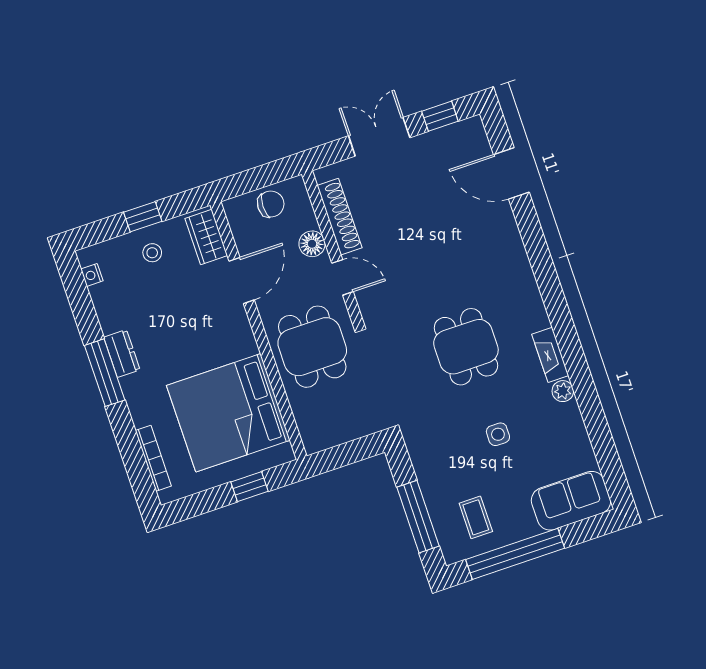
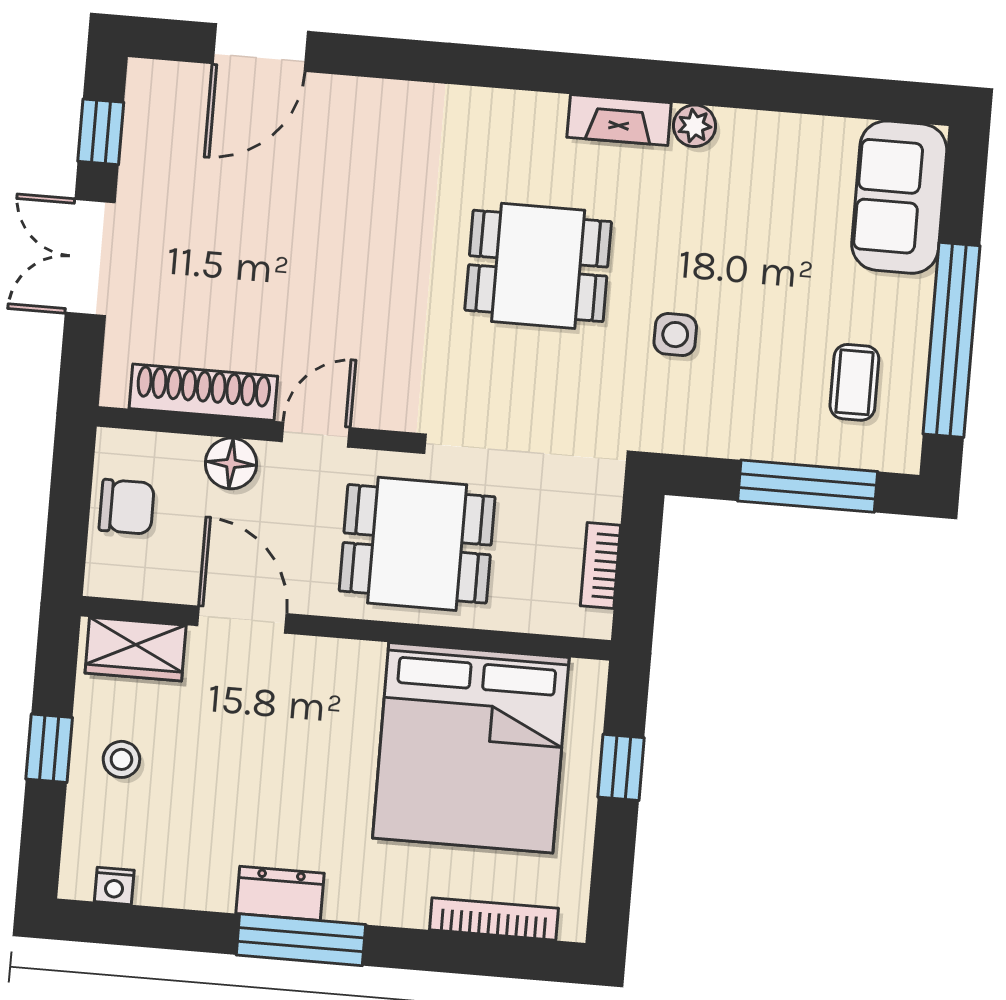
chair: (271, 204) -> (127, 507), turned 90
side table: (498, 434) -> (675, 335), moved
bookcase: (339, 436) -> (600, 566), added
coffee table: (476, 517) -> (854, 382), turned 90

